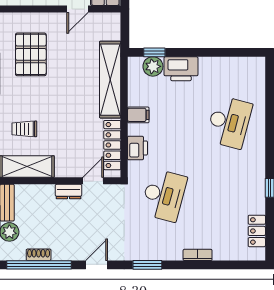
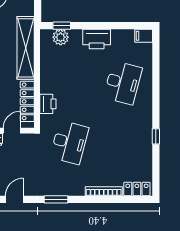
printer: (181, 69) -> (97, 39), moved
filing cabinet: (138, 115) -> (144, 36), moved, turned 180
locker: (257, 231) -> (137, 189), moved, turned 90
bookcase: (198, 255) -> (104, 191), width x1.56

